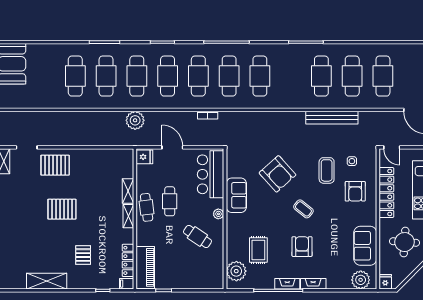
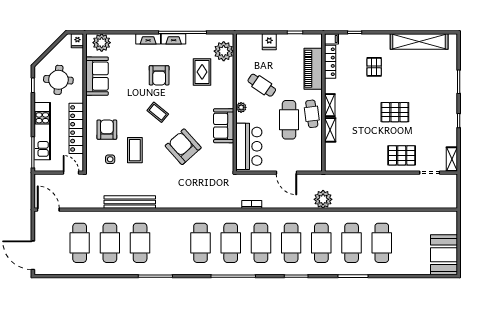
fridge: (144, 157) -> (269, 42), moved, turned -90
cafe table: (170, 201) -> (289, 120), width x1.37, depth x1.35
piano: (145, 267) -> (313, 69), moved
shelving: (47, 281) -> (419, 41), width x1.47

